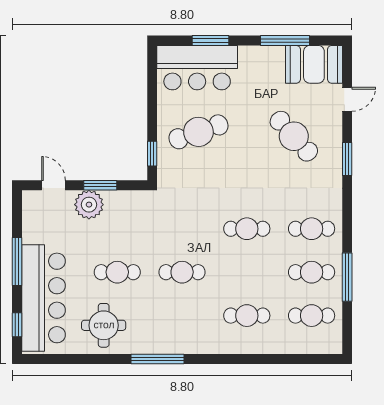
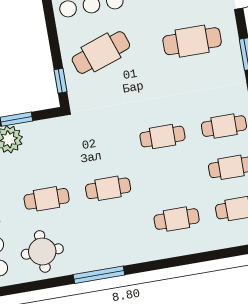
cafe table: (294, 136) -> (192, 41), turned -48

